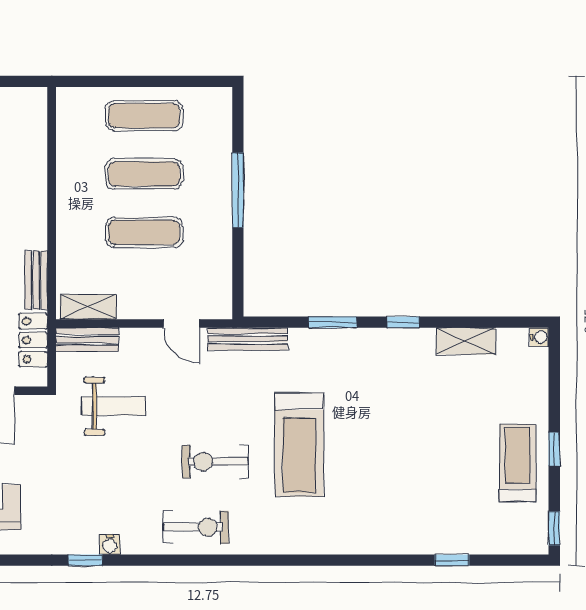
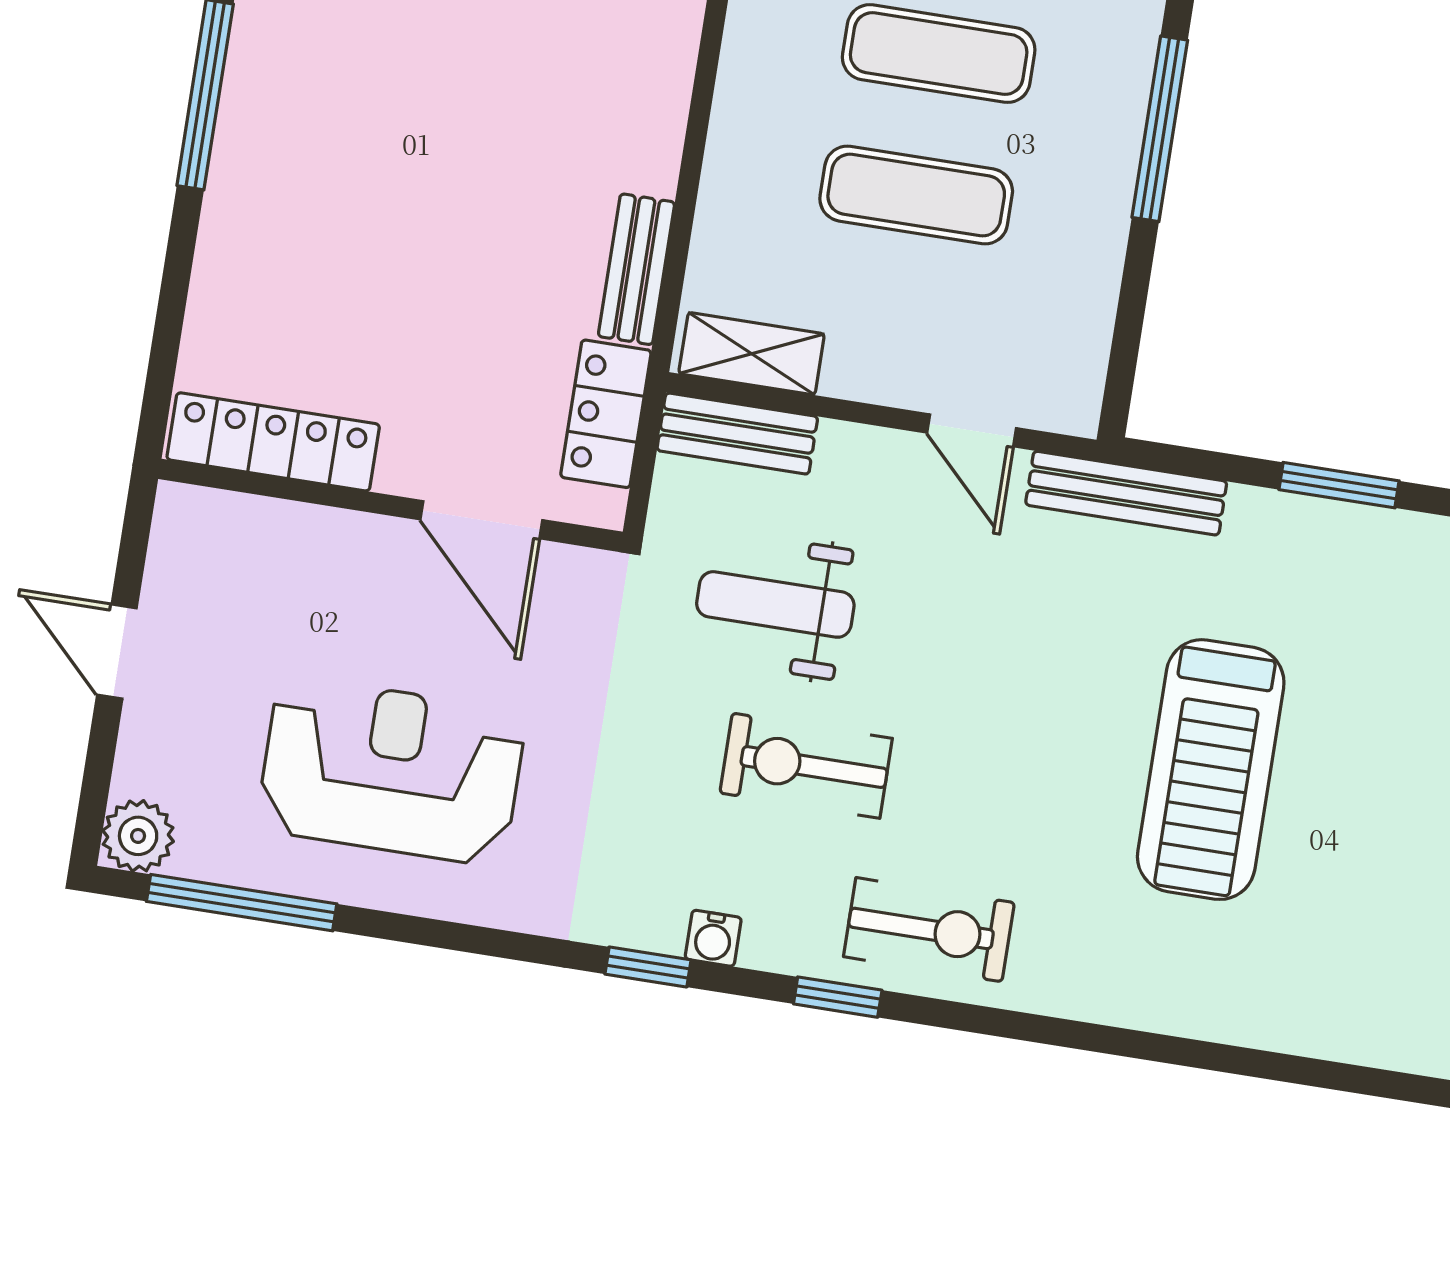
weight bench: (114, 406) -> (775, 604), turned 180
exercise bike: (215, 462) -> (806, 766), moved
window: (164, 560) -> (838, 997), added

